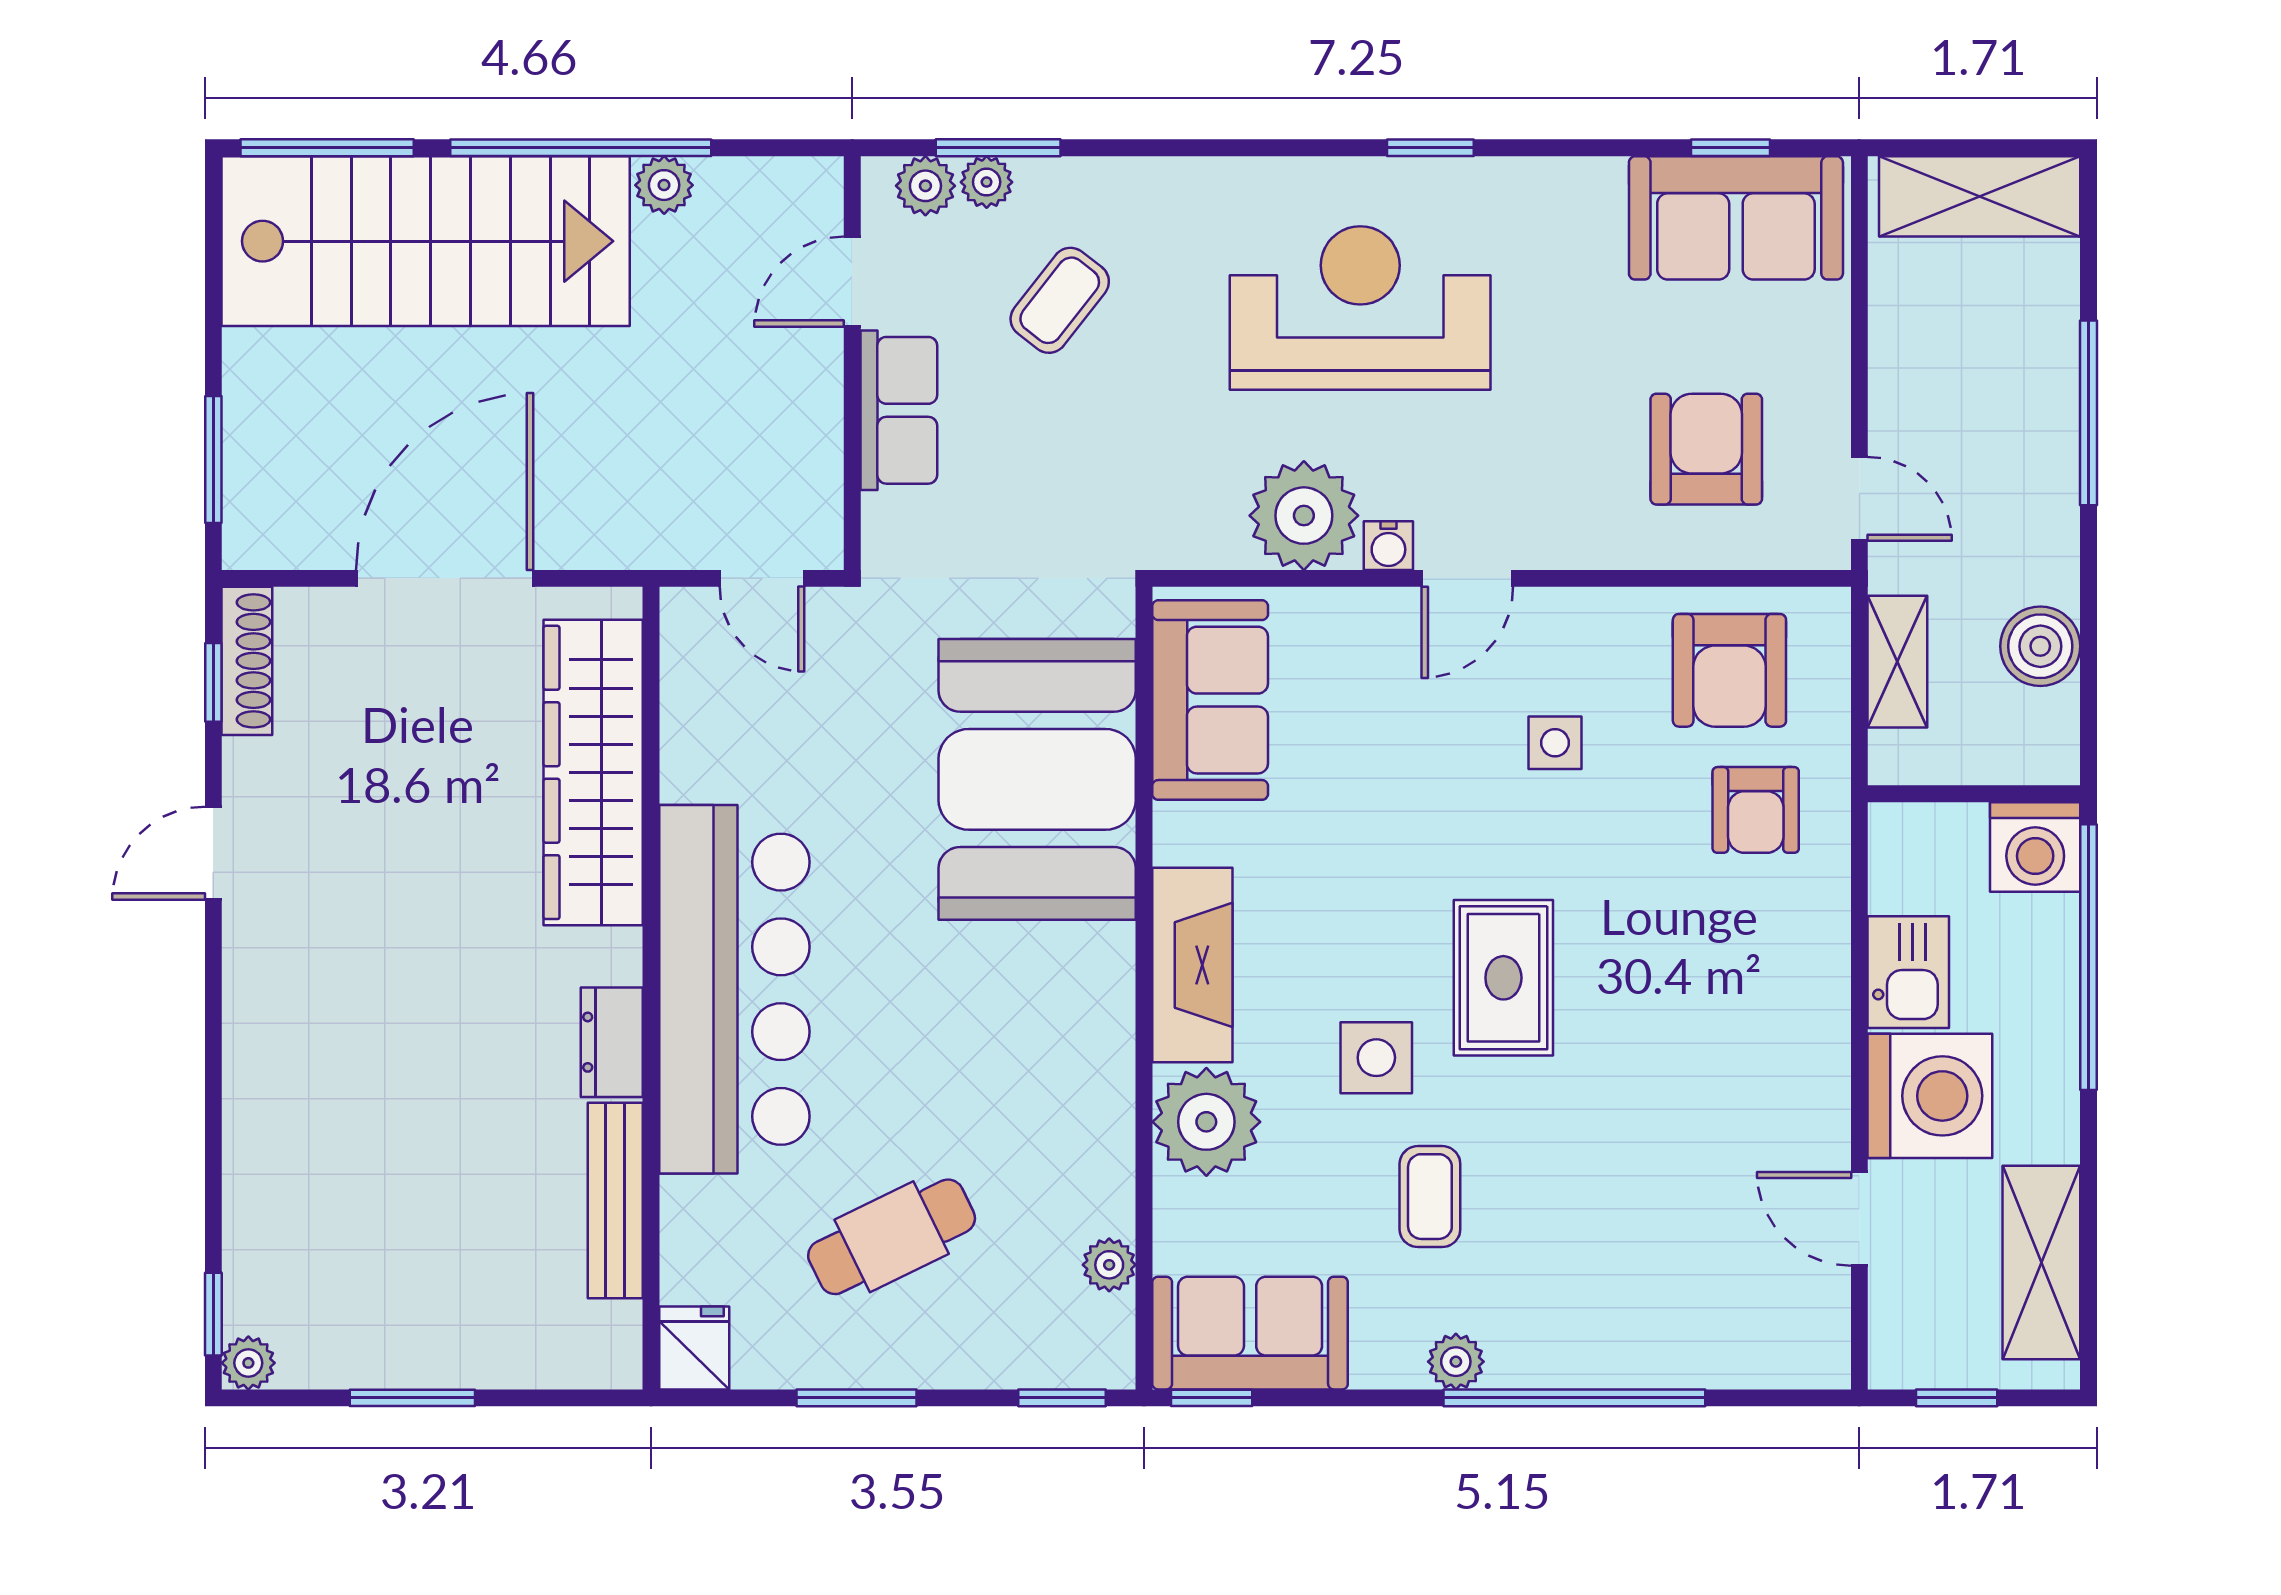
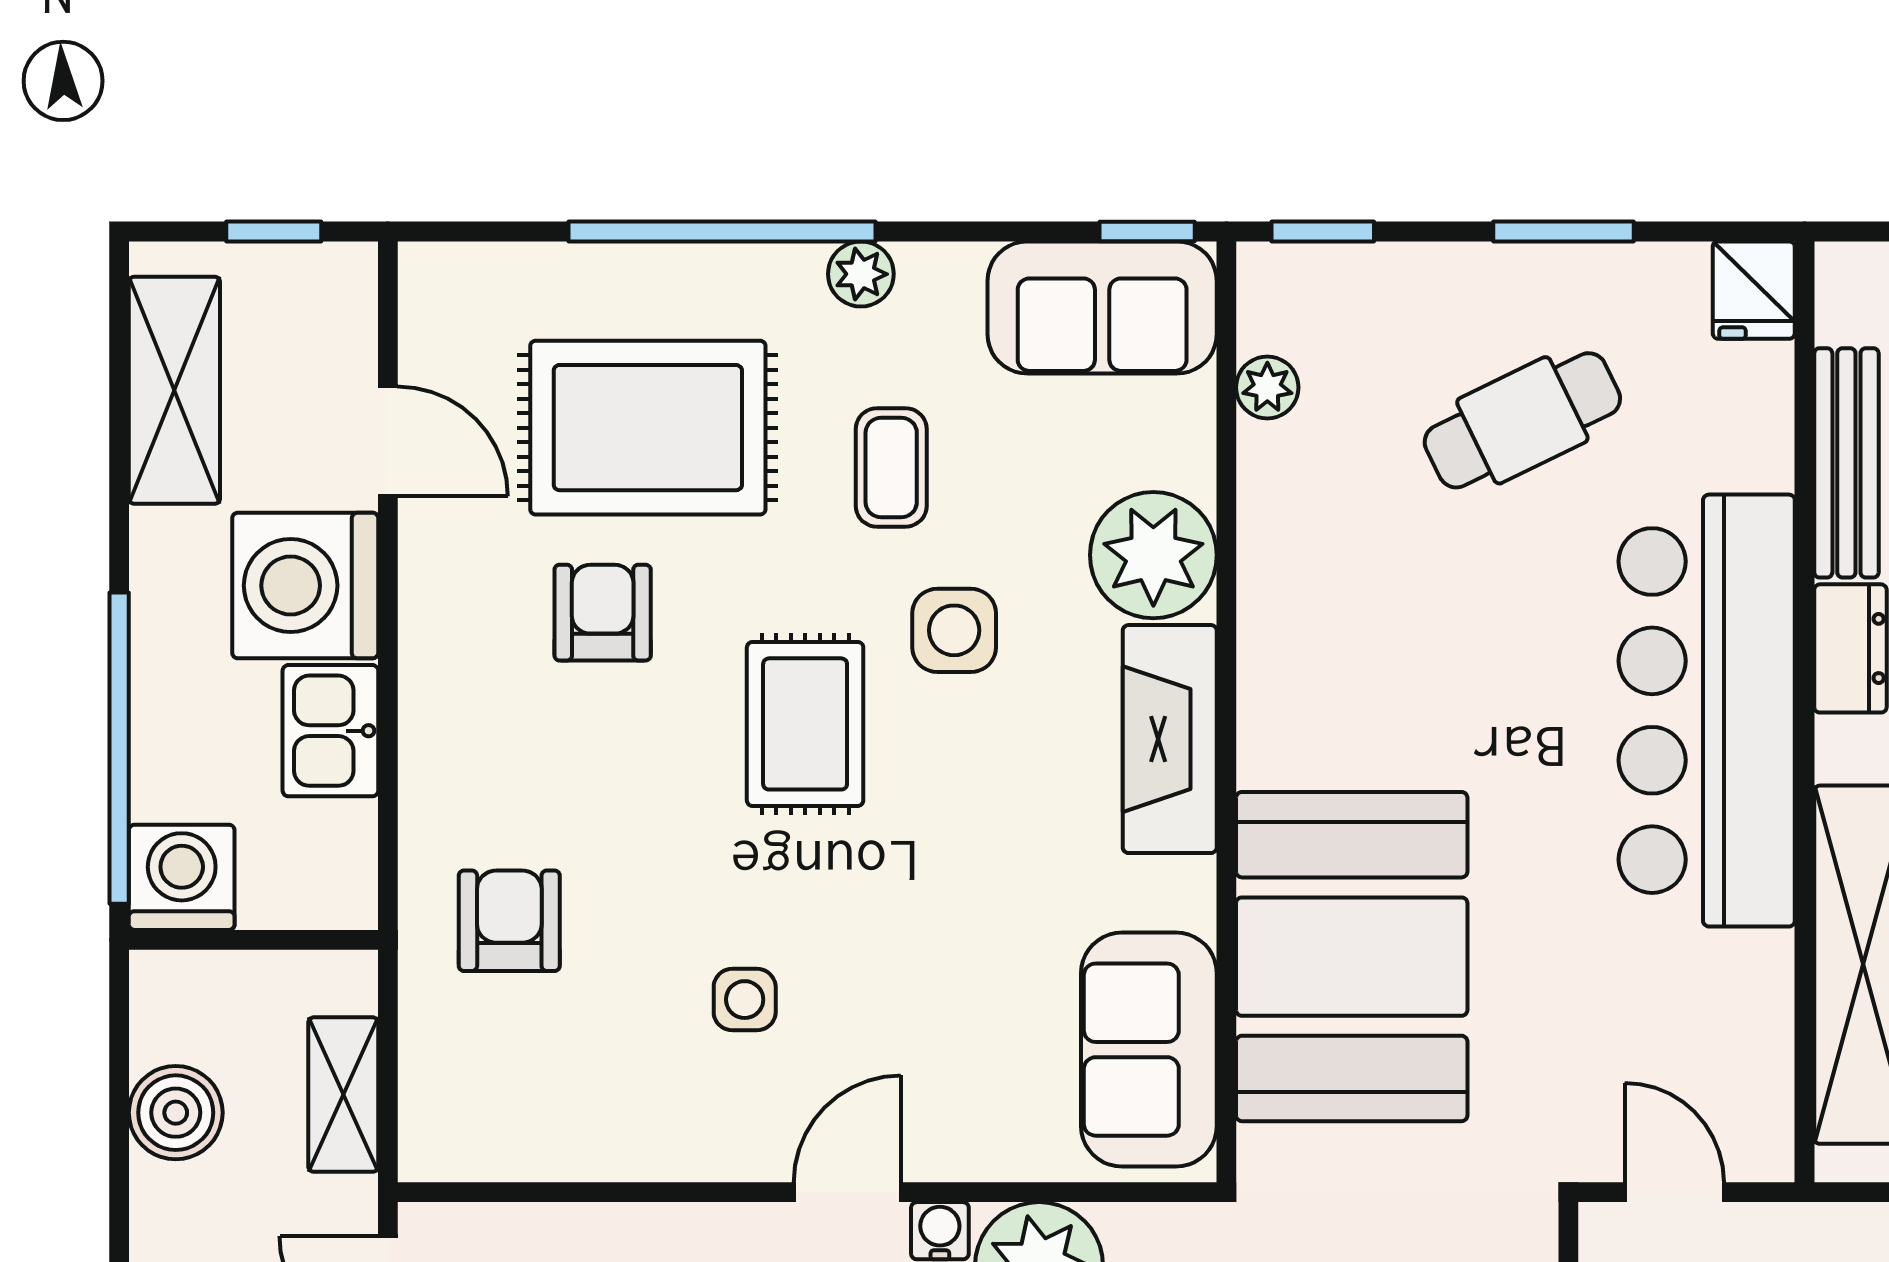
armchair: (1729, 670) -> (603, 613), moved, width x0.72, depth x0.72
rug: (1638, 1231) -> (648, 428), added

